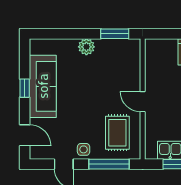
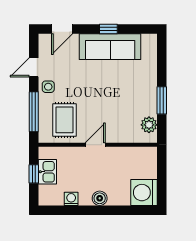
window: (115, 34) -> (162, 100), moved
plant: (86, 47) -> (149, 125), moved
rug: (117, 133) -> (65, 120), turned 90

